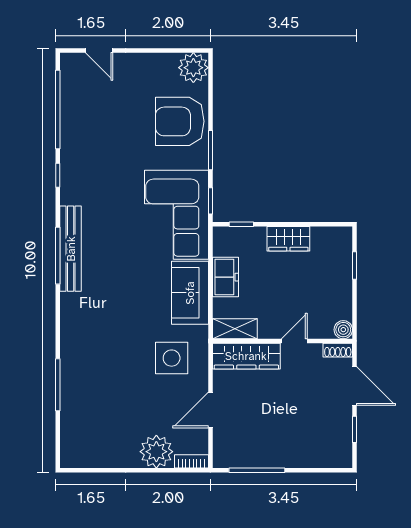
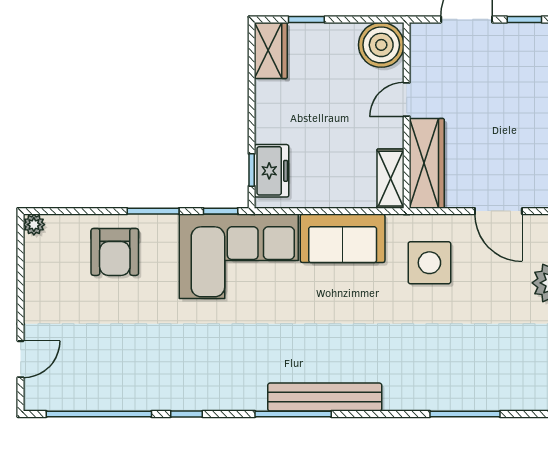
plant: (193, 68) -> (34, 225), width x0.53, depth x0.53
armchair: (180, 121) -> (115, 252), width x0.73, depth x0.73
wardrobe: (288, 239) -> (271, 50), moved
bench: (71, 249) -> (325, 397), moved
freezer: (225, 277) -> (272, 171), moved, turned 90
boiler: (343, 330) -> (381, 45), width x1.86, depth x1.86
door: (294, 341) -> (407, 99), hinge flipped
shoe rack: (338, 350) -> (419, 42), removed

